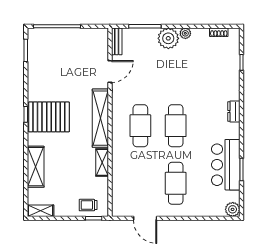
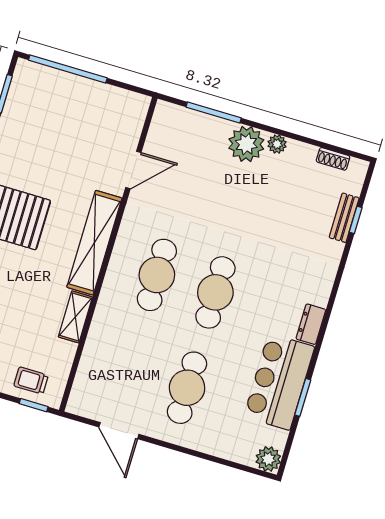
bench: (117, 41) -> (344, 218), moved
dresser: (234, 111) -> (311, 324), moved

